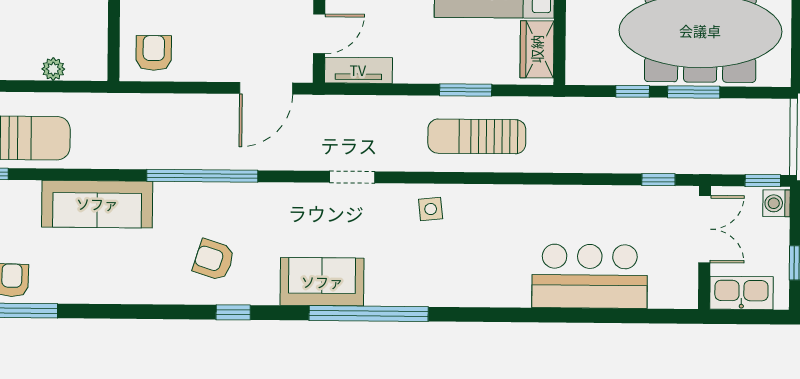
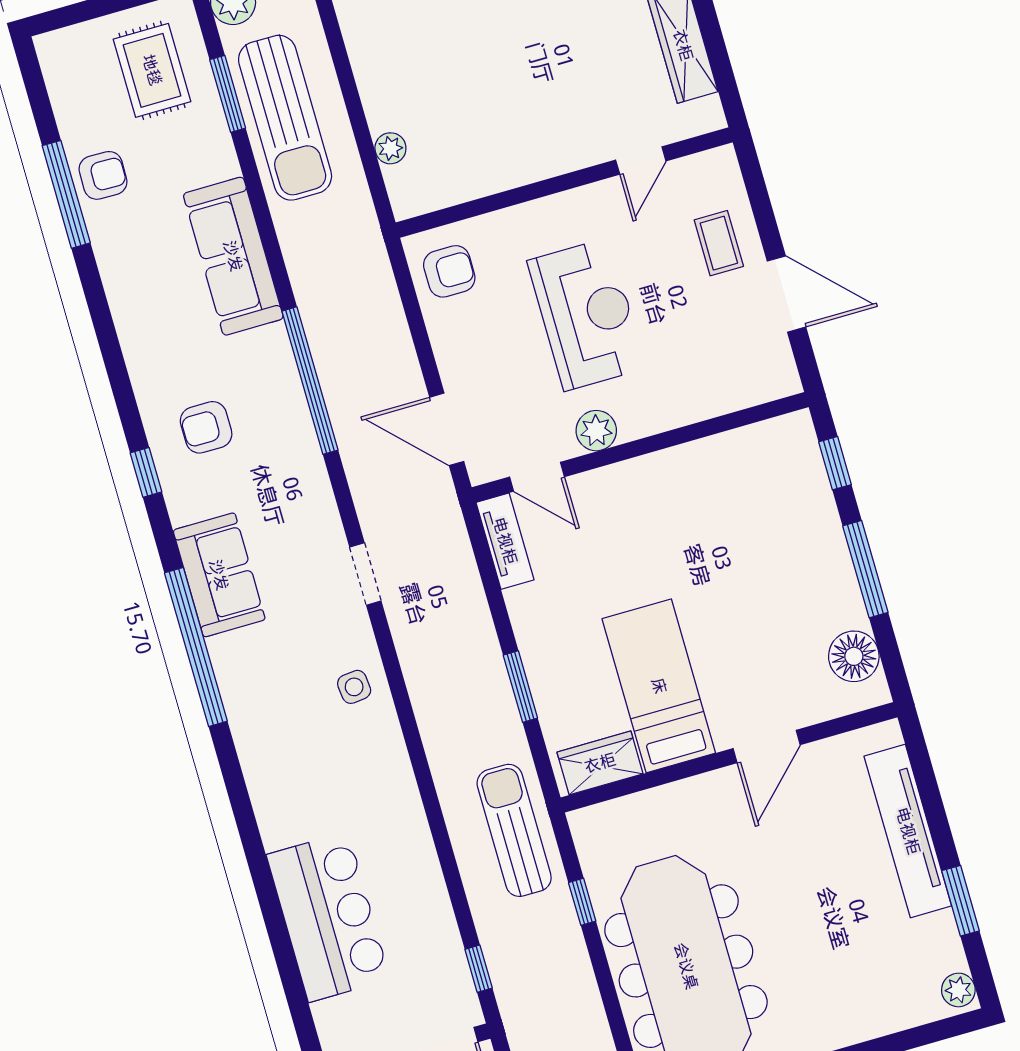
window: (694, 92) -> (605, 981), removed
sun lounger: (477, 136) -> (514, 830), moved
armchair: (214, 260) -> (206, 427), turned -108

